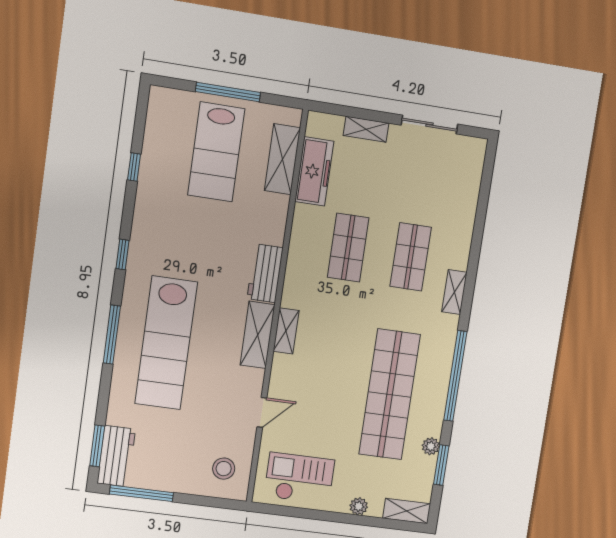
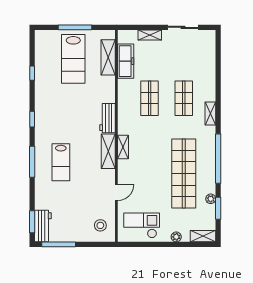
lab bench: (166, 343) -> (61, 162), width x0.54, depth x0.72

